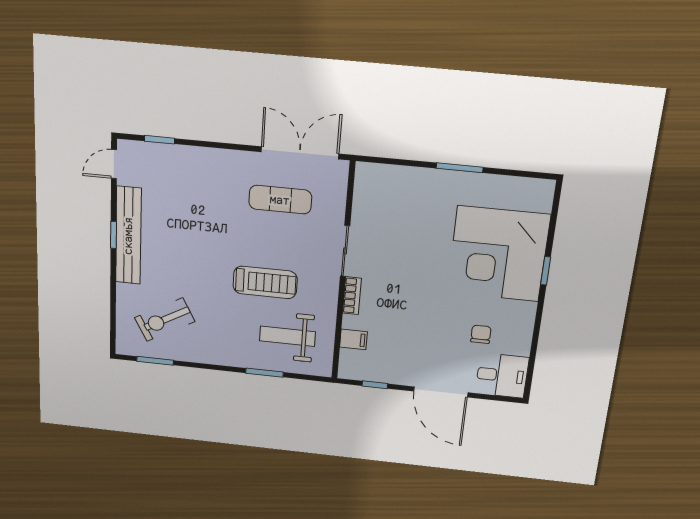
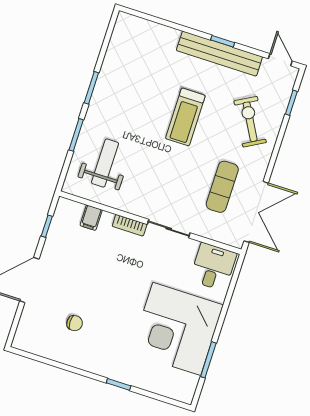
window: (460, 168) -> (208, 360), moved
corner desk: (498, 254) -> (177, 329), moved, turned -90
treadmill: (265, 282) -> (185, 117), moved
exercise bike: (165, 320) -> (250, 122), moved
window: (155, 361) -> (91, 88), moved
desk: (502, 375) -> (213, 267), moved, turned 180

